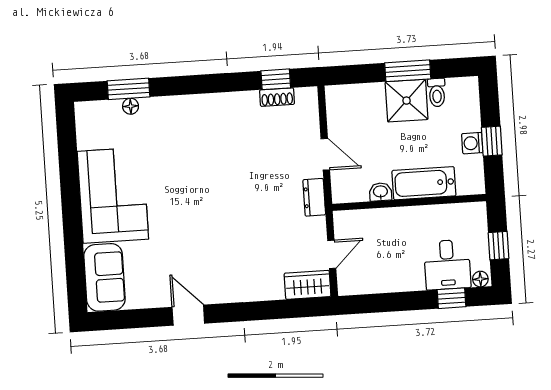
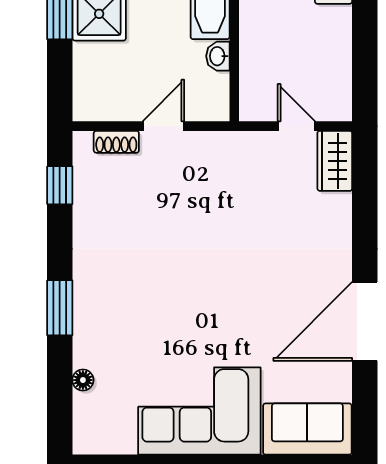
window: (129, 89) -> (60, 308), moved
shoe rack: (277, 97) -> (116, 142), moved, turned 90
dresser: (314, 197) -> (219, 144), removed
door: (188, 315) -> (365, 321), width x1.87

